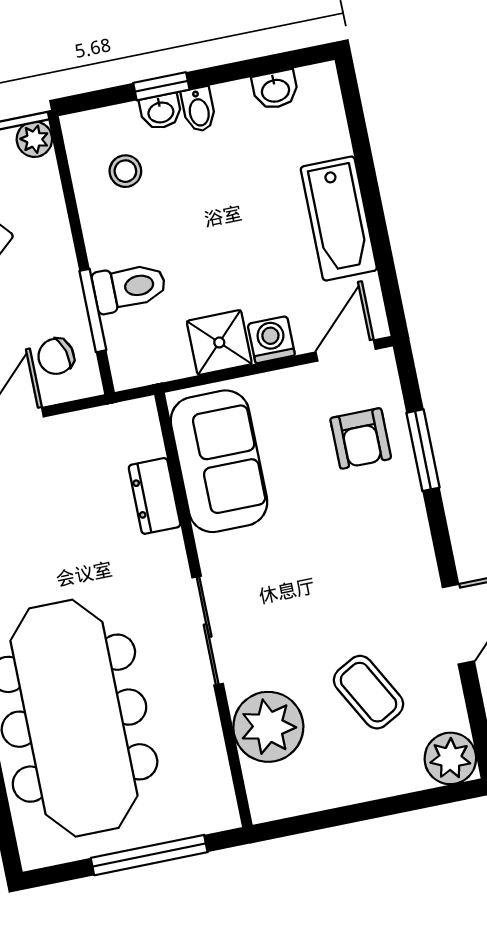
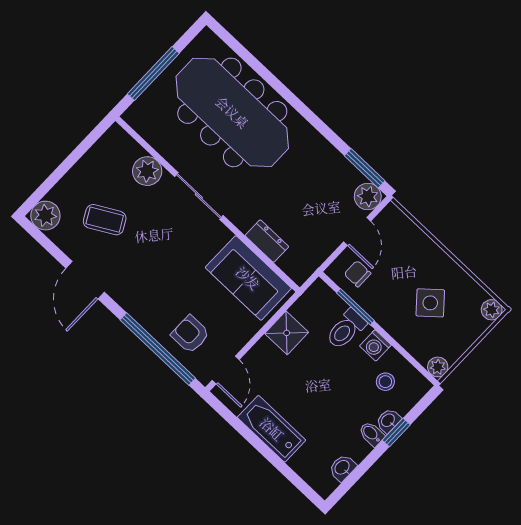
washing machine: (271, 340) -> (375, 345), moved, turned 90
chair: (56, 356) -> (358, 274), turned -74
window: (423, 450) -> (158, 349), width x2.11
plant: (268, 727) -> (147, 171), width x0.73, depth x0.73

